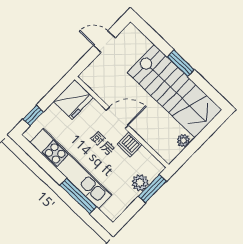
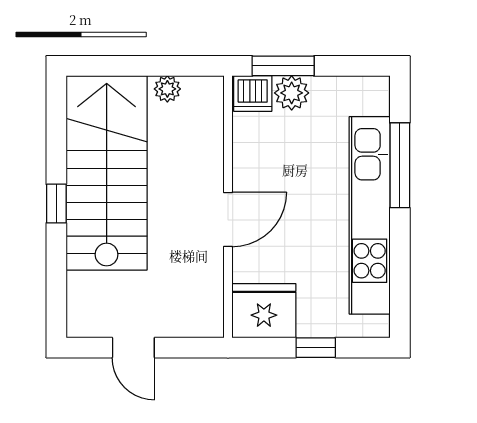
window: (181, 63) -> (56, 204), width x0.67
window: (33, 115) -> (316, 348), moved
door: (117, 118) -> (228, 220), swing flipped
dishwasher: (130, 144) -> (253, 94), moved, turned 90

